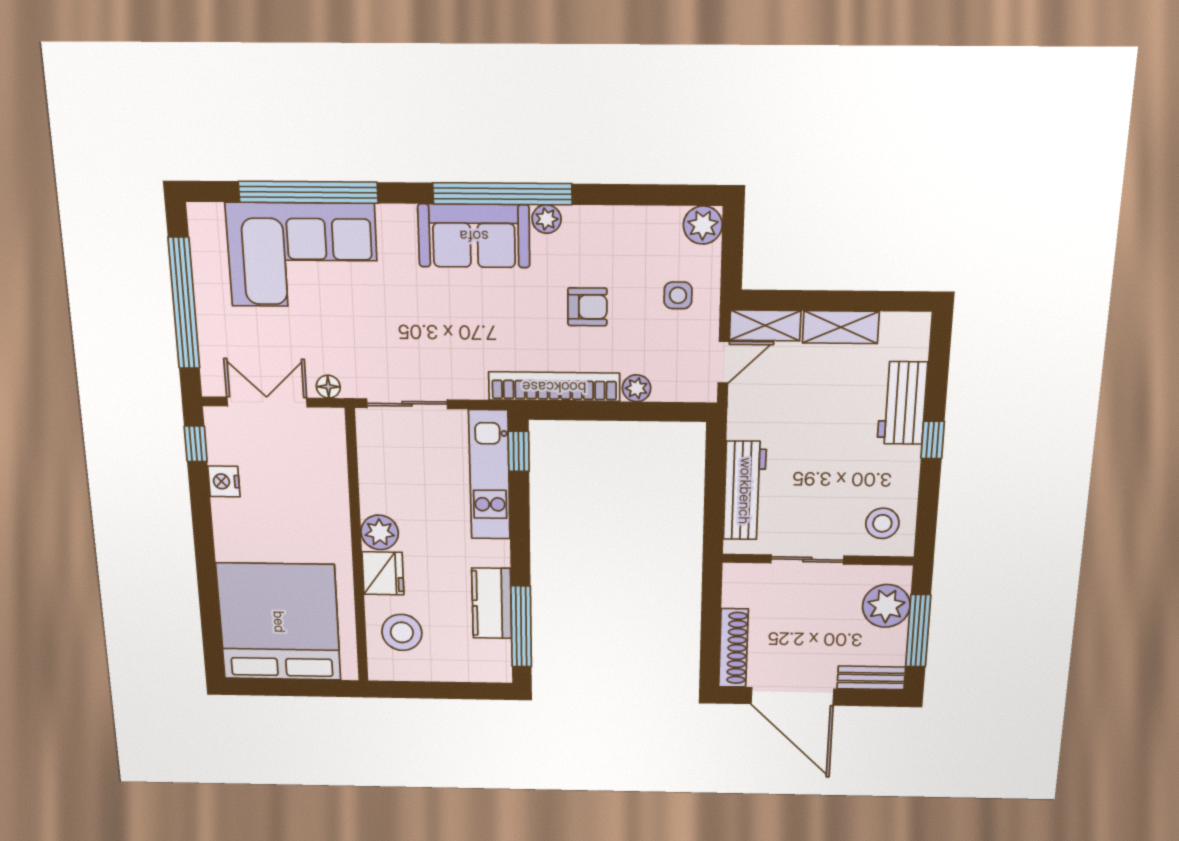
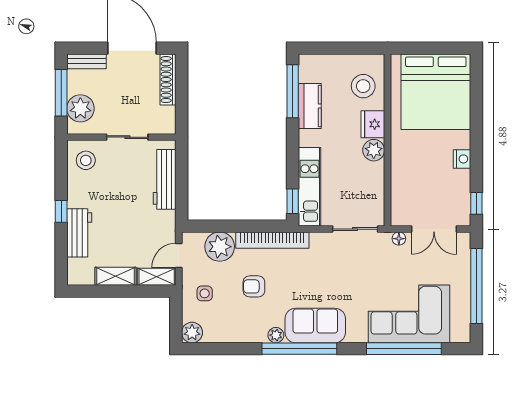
plant: (637, 388) -> (220, 247), width x1.87, depth x1.87
nightstand: (224, 481) -> (462, 159), moved

